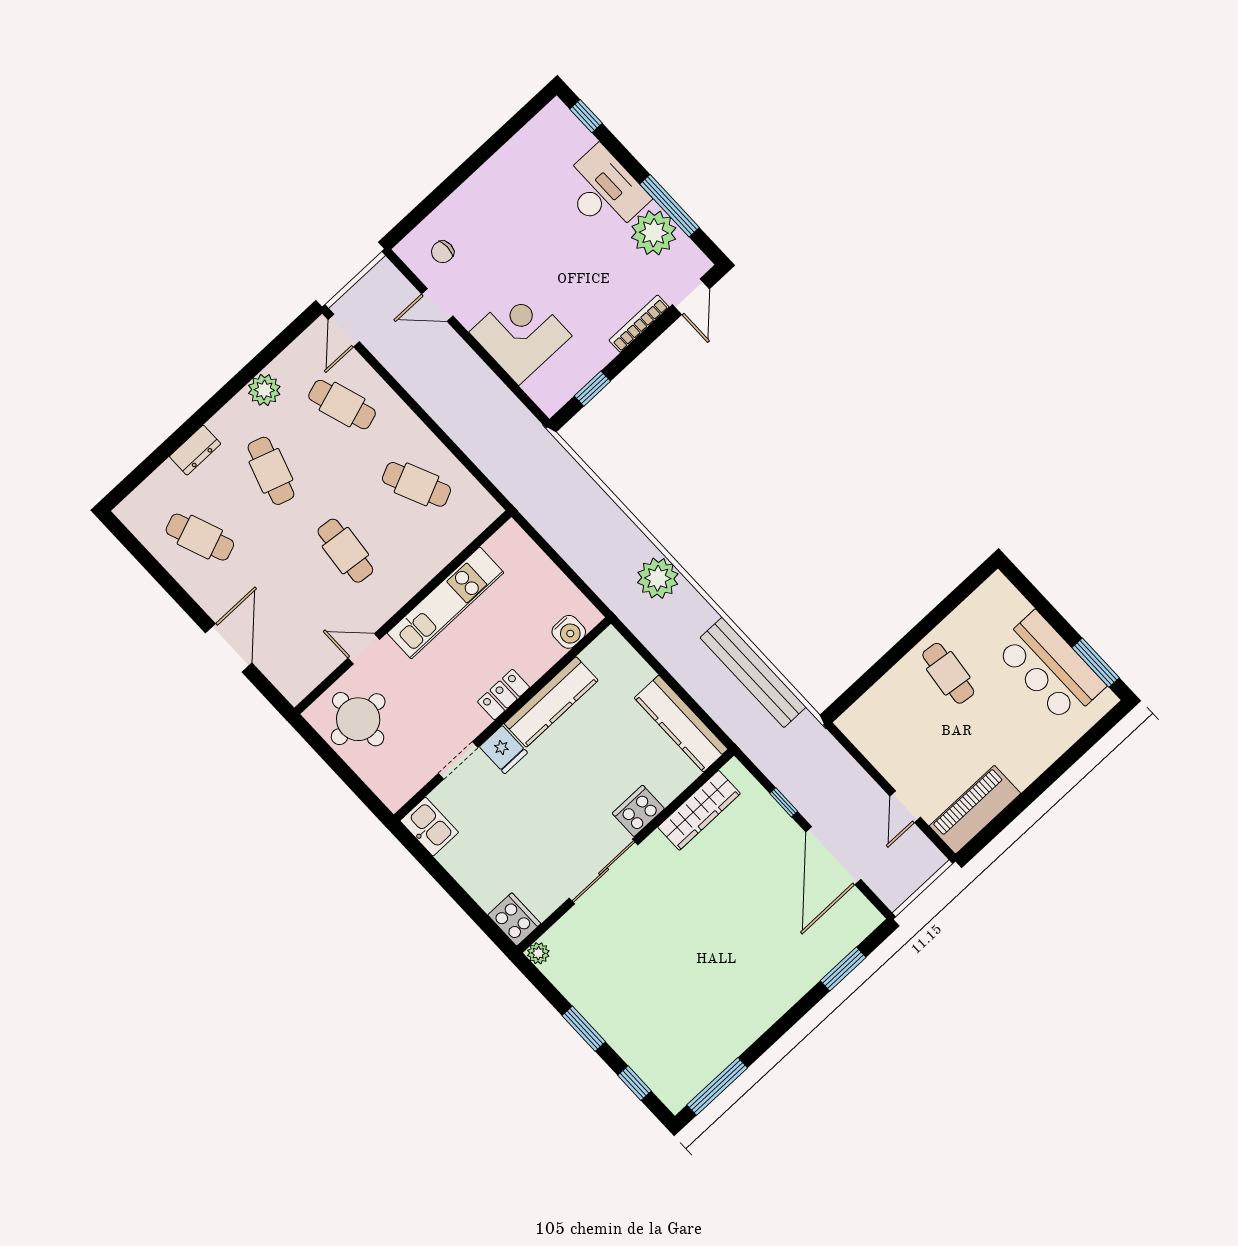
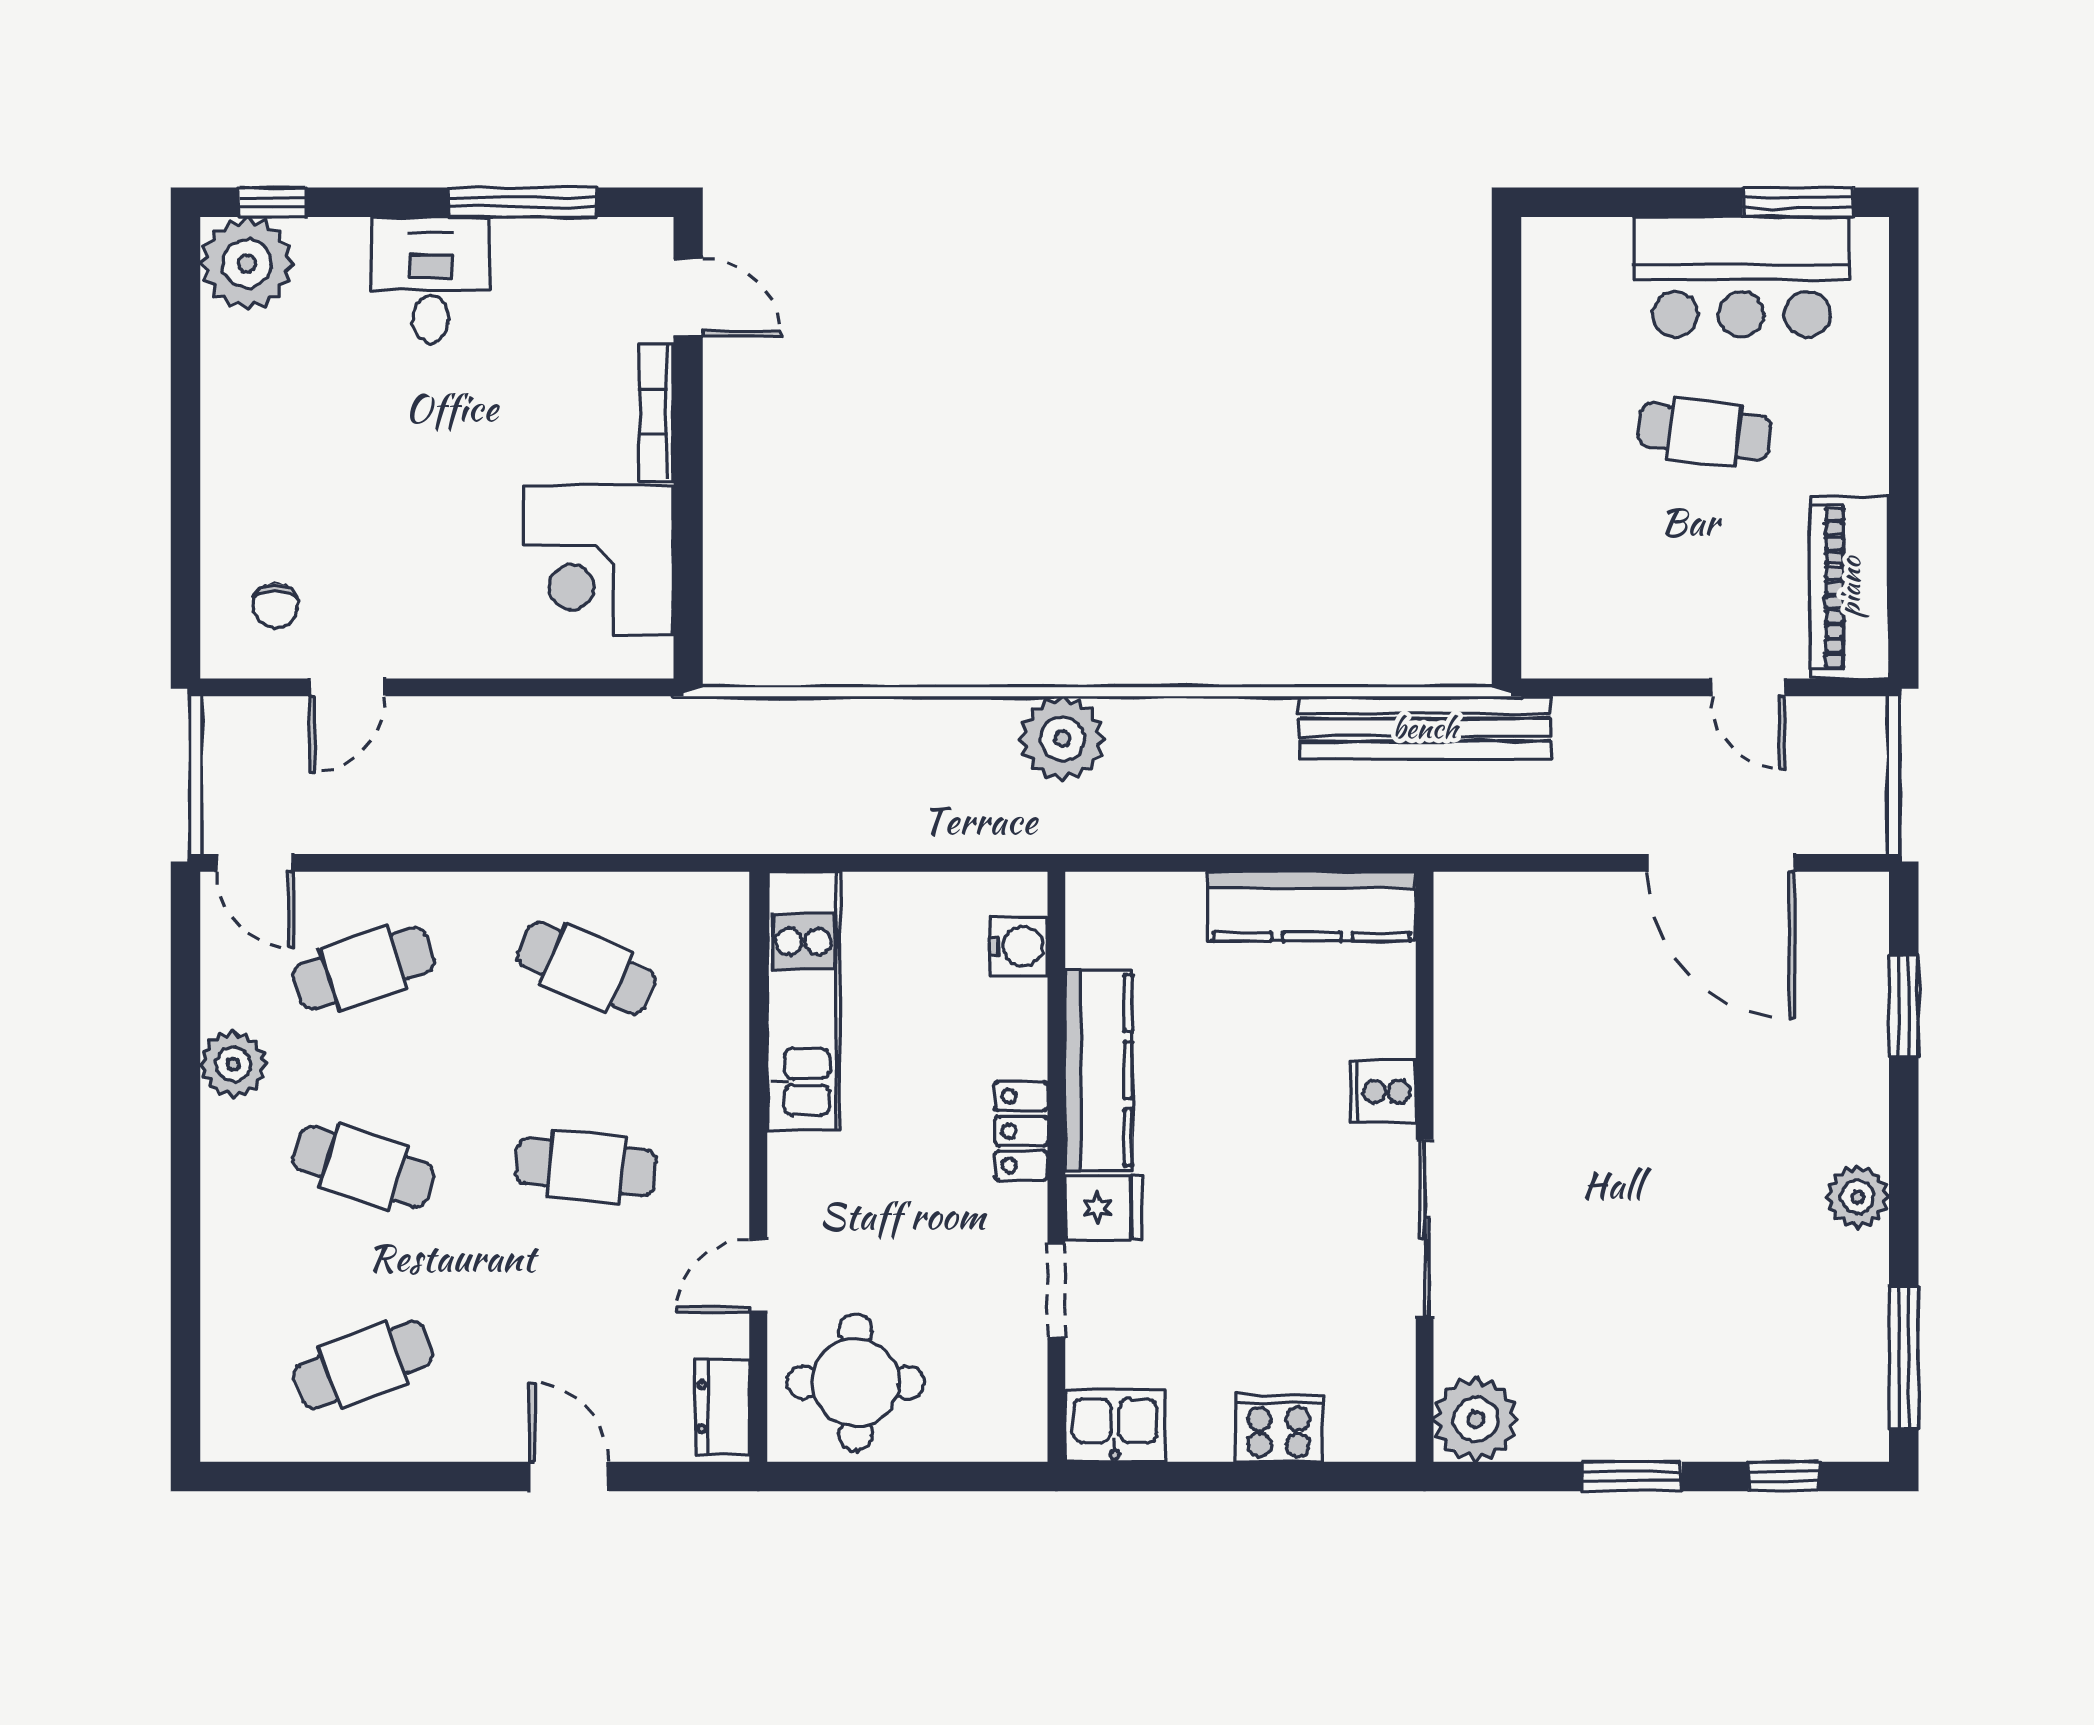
desk: (604, 191) -> (431, 280), width x0.73
plant: (654, 233) -> (247, 264), moved
corner desk: (520, 334) -> (599, 560), moved, turned -90
window: (592, 389) -> (688, 572), removed
dresser: (195, 450) -> (723, 1407), moved, turned 180
cafe table: (416, 484) -> (586, 968), turned 48
kitchen unit: (445, 603) -> (804, 1001), moved
door: (229, 648) -> (569, 1477), width x0.73
bench: (753, 672) -> (1425, 728), moved
cafe table: (948, 673) -> (1704, 432), moved
window: (784, 802) -> (1572, 863), removed
wardrobe: (699, 810) -> (1466, 1000), removed
cooker: (638, 811) -> (1383, 1092), width x0.73
cooker: (514, 919) -> (1279, 1428), moved
plant: (538, 953) -> (1476, 1420), width x1.88, depth x1.88
plant: (759, 1016) -> (1858, 1197), added

